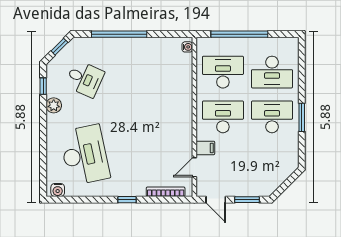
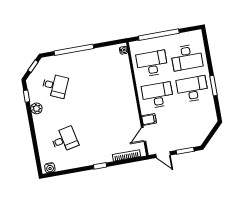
desk: (85, 155) -> (65, 140), width x0.53, depth x0.77

